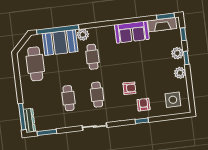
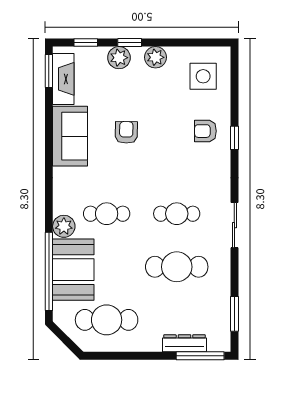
armchair: (129, 88) -> (126, 132), moved
cafe table: (68, 98) -> (177, 267), width x1.37, depth x1.35
dresser: (29, 120) -> (184, 343), moved

